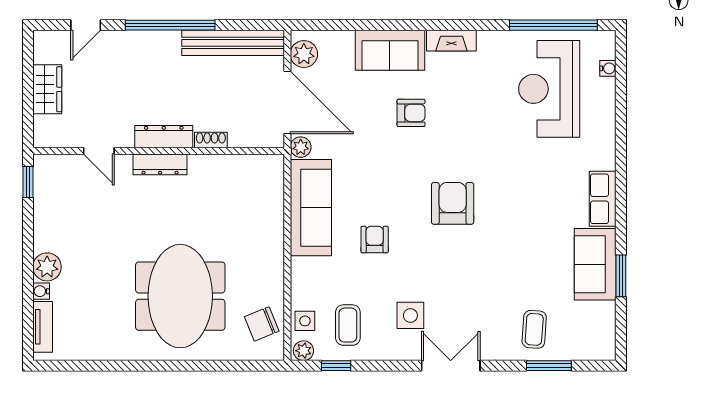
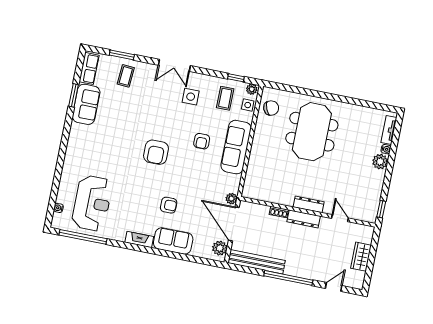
armchair: (411, 113) -> (169, 205), turned 180
row of seats: (603, 199) -> (89, 68), moved
sofa: (311, 208) -> (236, 147), moved

